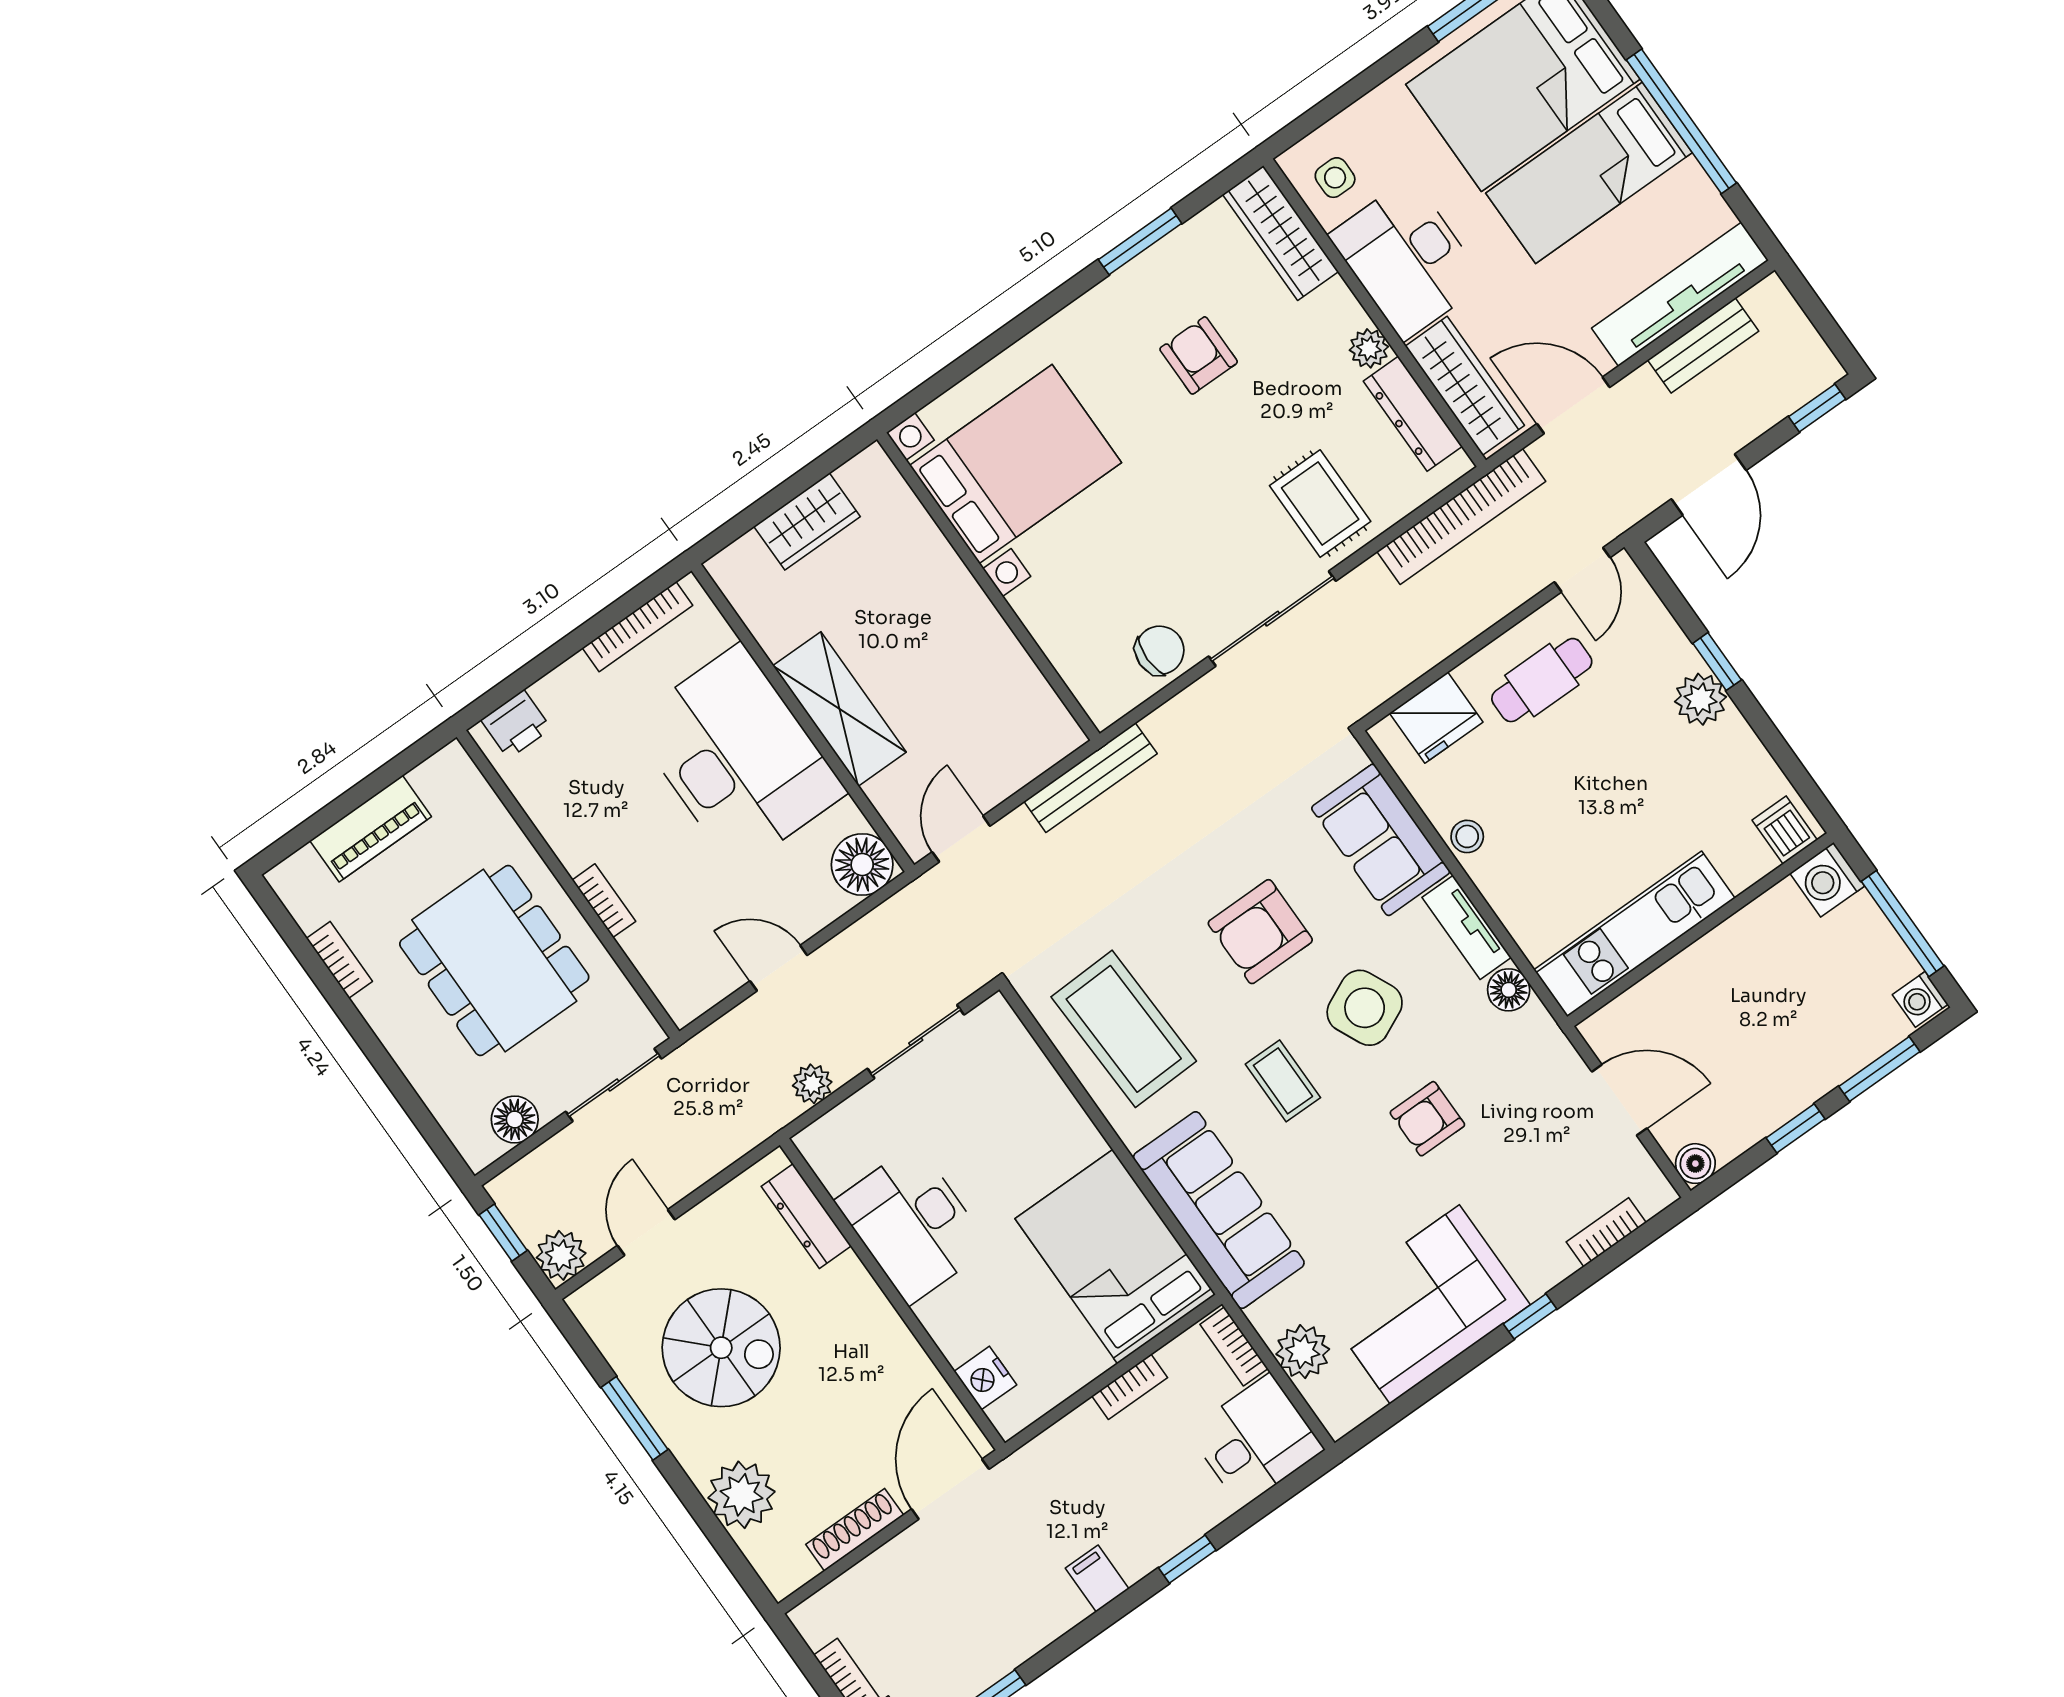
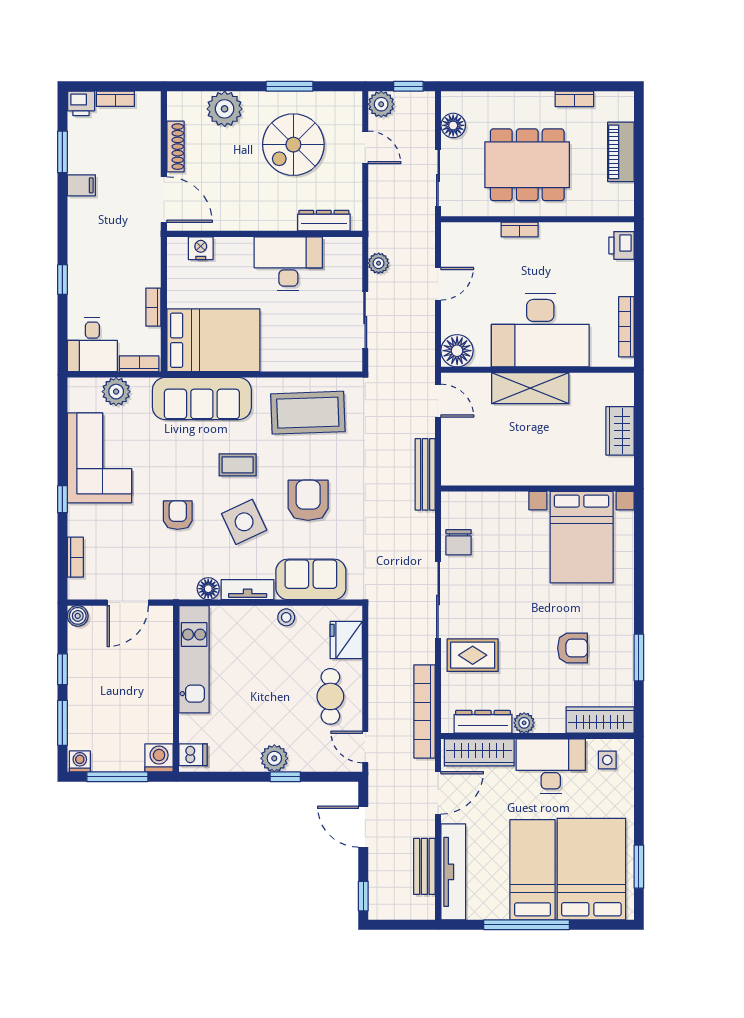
filing cabinet: (1097, 1578) -> (81, 185), moved

